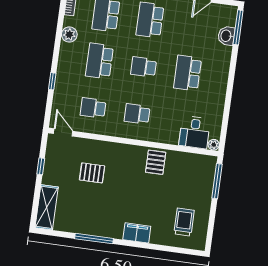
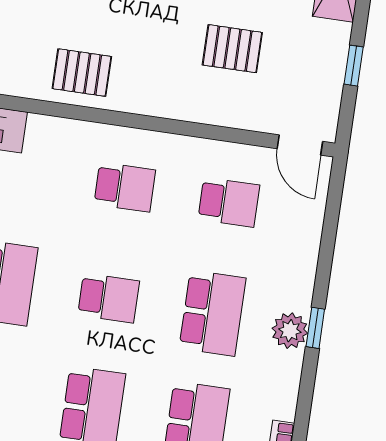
plant: (69, 35) -> (290, 331), moved
window: (52, 81) -> (315, 328), moved
pallet: (156, 162) -> (82, 73), turned 90

